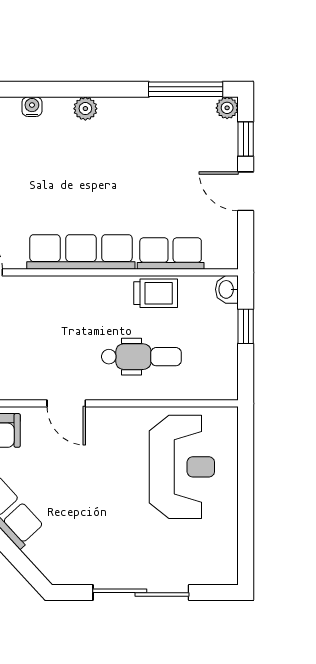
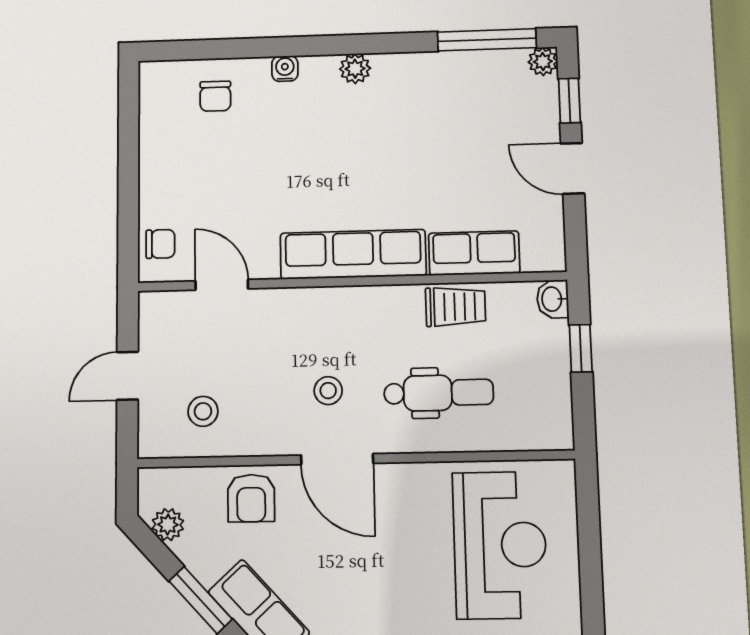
stool: (61, 353) -> (328, 391), added
door: (66, 403) -> (337, 459), width x1.38

